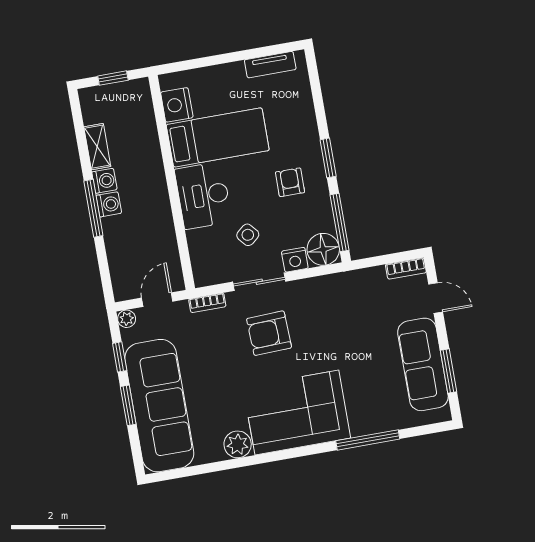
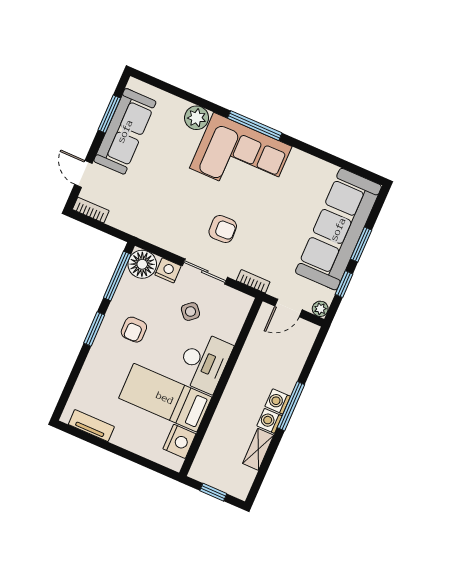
armchair: (269, 333) -> (223, 229), width x0.72, depth x0.72
window: (368, 440) -> (255, 126), moved
plant: (238, 444) -> (197, 118), moved

